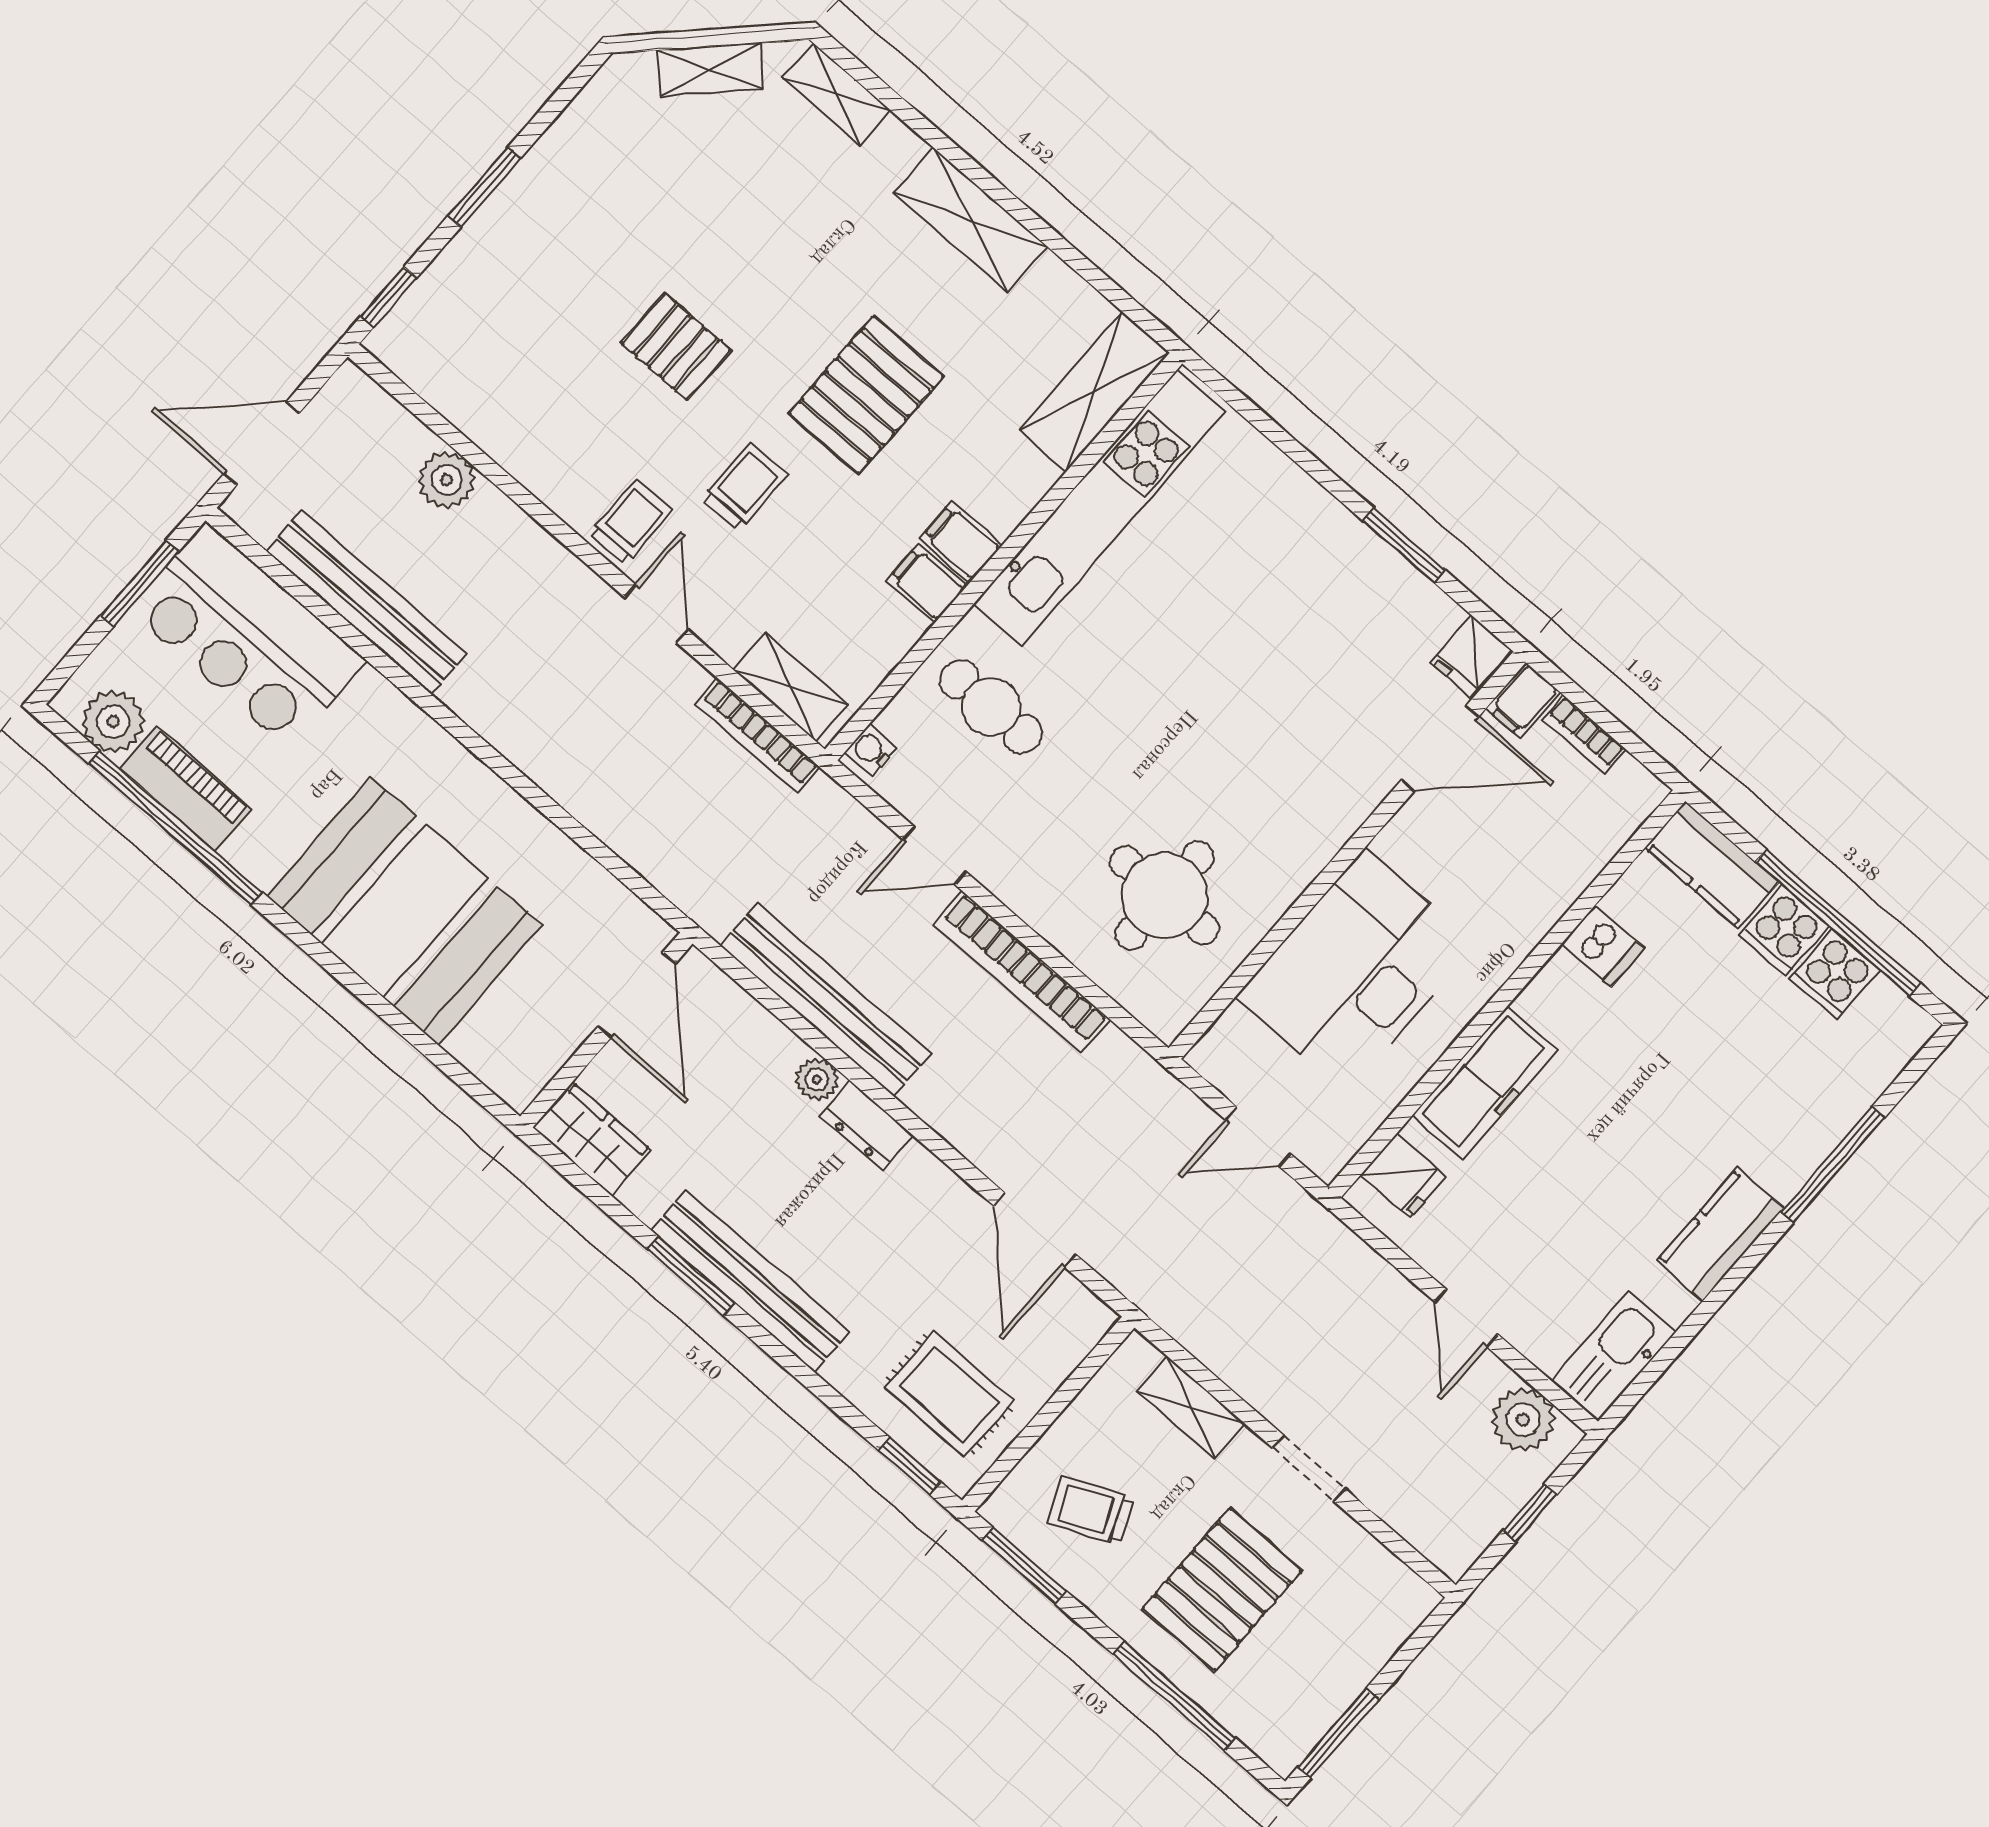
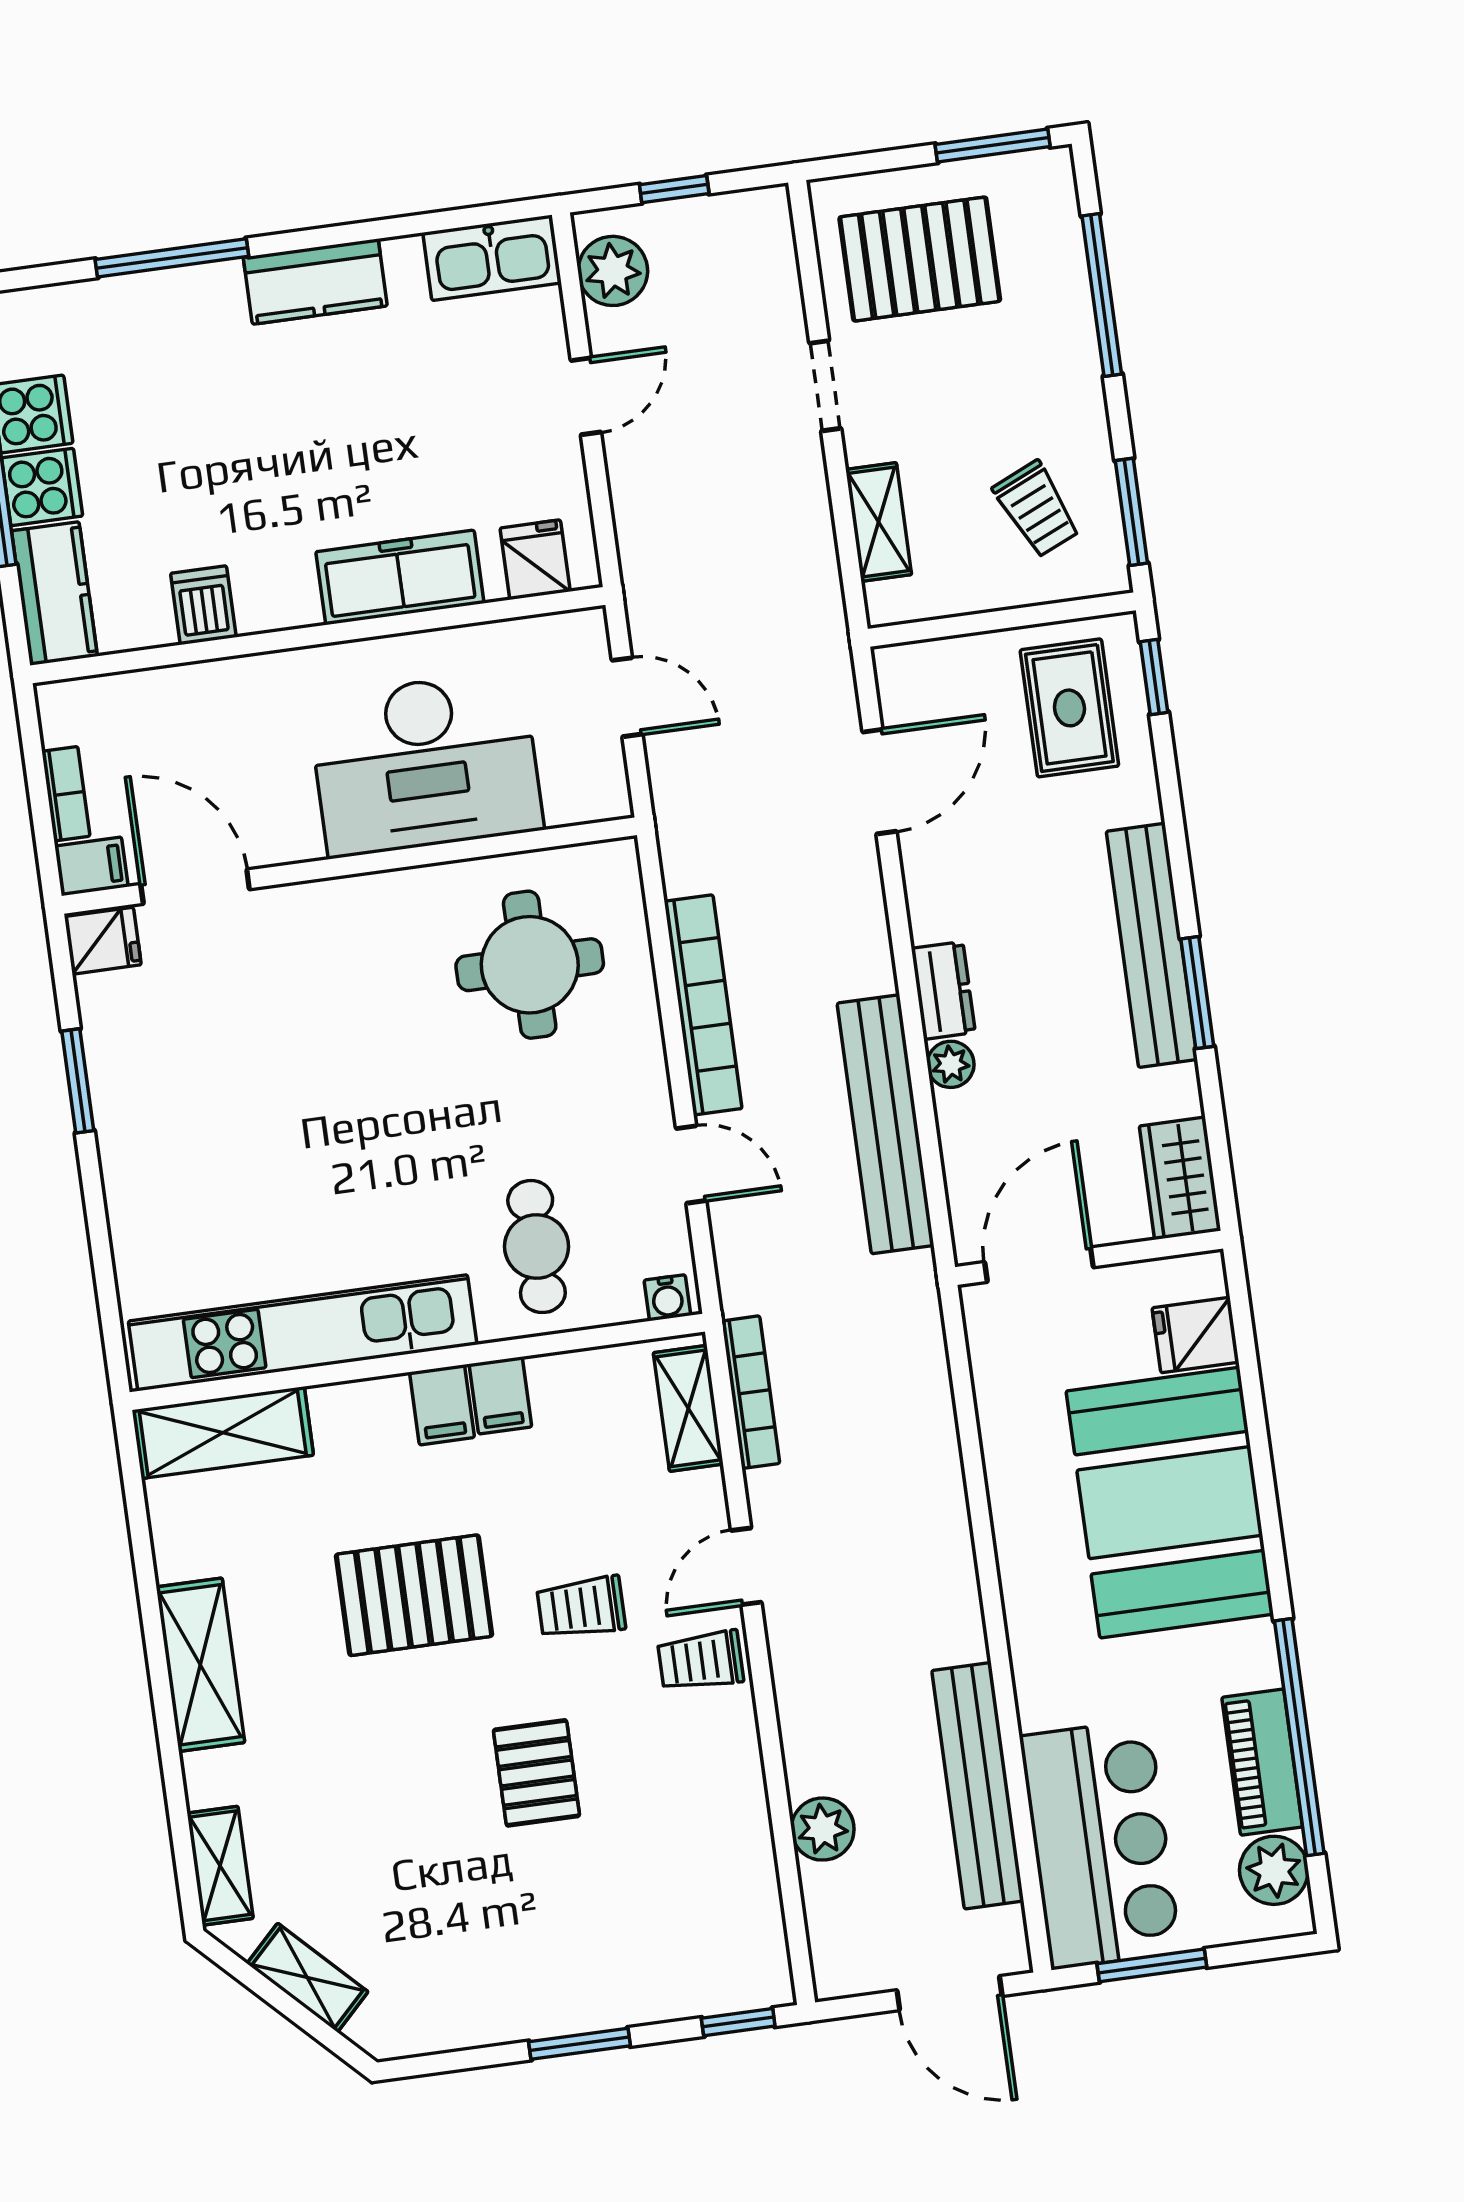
fridge: (487, 1041) -> (1195, 1335), added
pallet: (1222, 1589) -> (920, 259), moved

